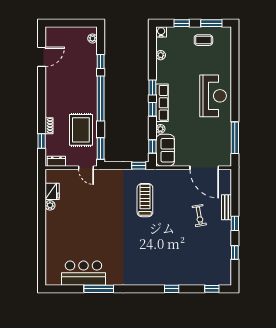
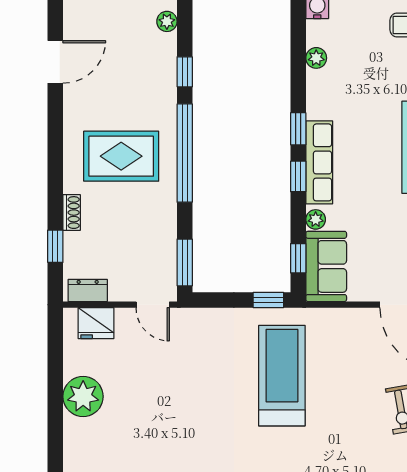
rug: (81, 130) -> (121, 156), moved, turned 90
fridge: (52, 191) -> (96, 323), moved, turned 90
treadmill: (145, 200) -> (282, 376), width x1.37, depth x1.38
plant: (50, 205) -> (83, 396), width x1.88, depth x1.88

